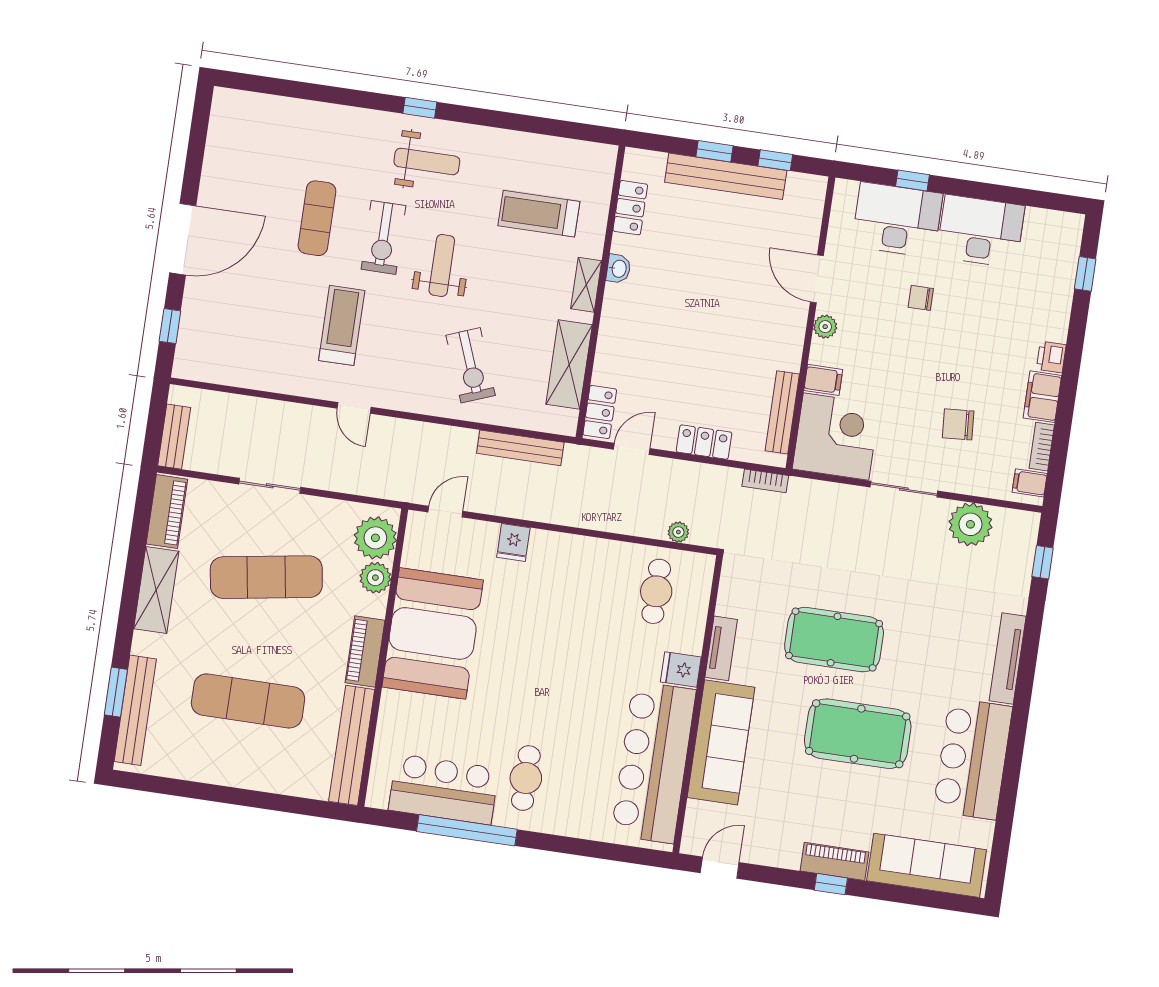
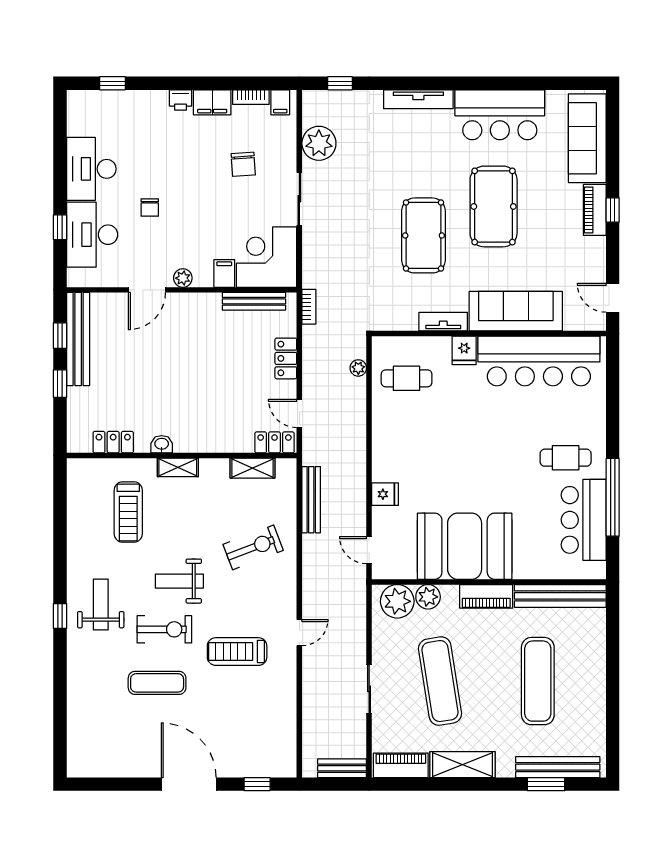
bench: (726, 176) -> (78, 339), moved
shelving: (569, 365) -> (253, 468), width x0.67, depth x0.75

